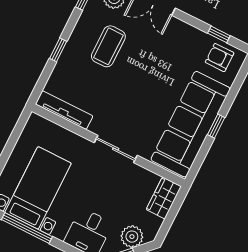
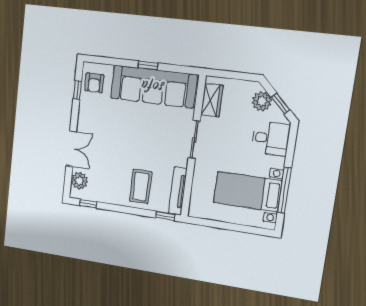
coffee table: (108, 46) -> (141, 186), moved, turned 90
window: (58, 50) -> (165, 216), moved
wardrobe: (164, 198) -> (212, 100), moved, turned -90

